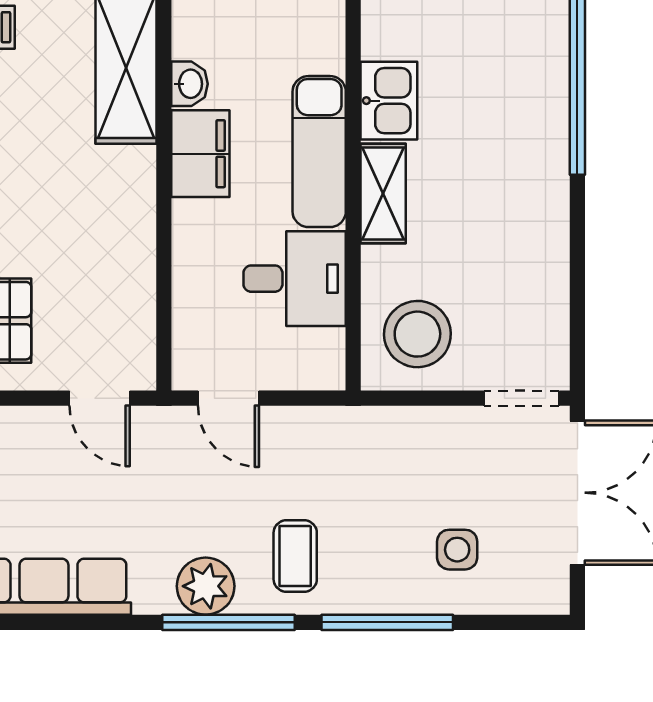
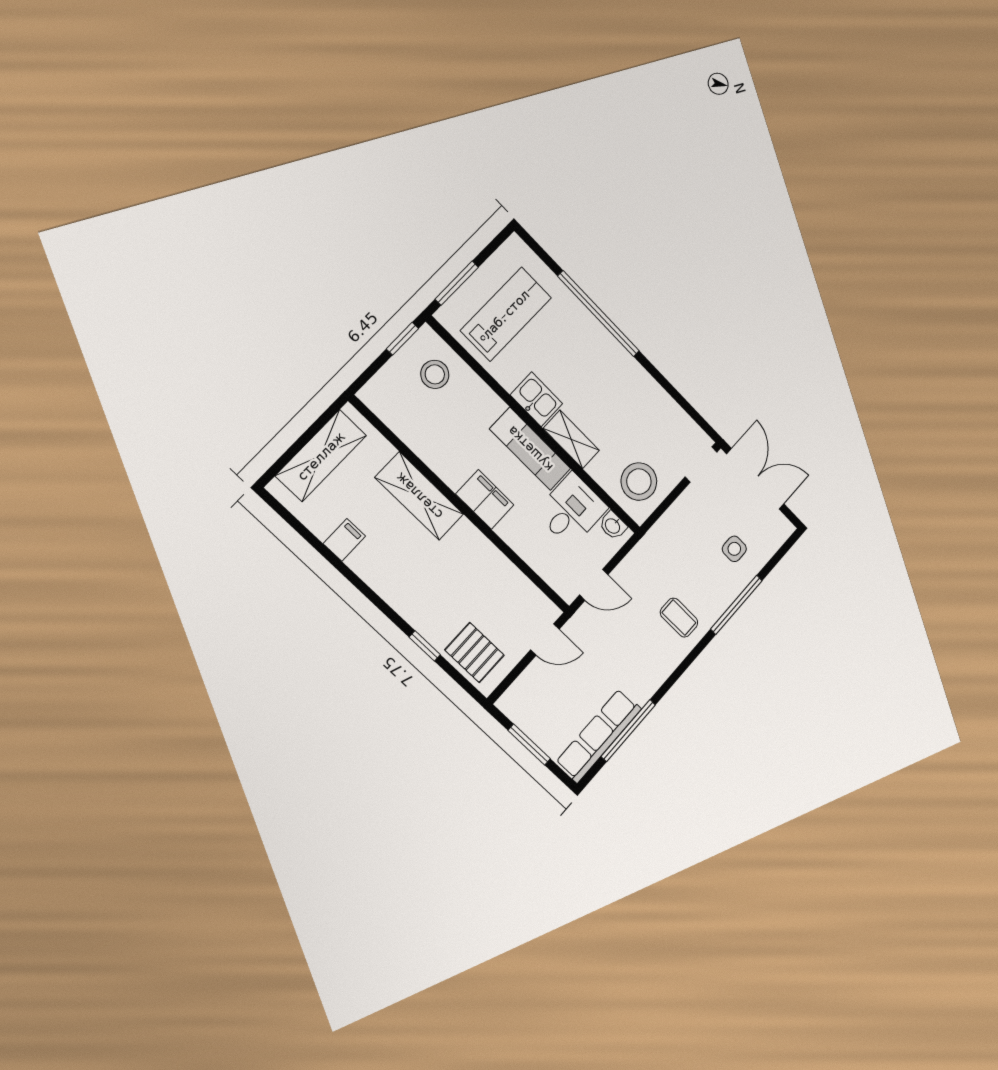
washbasin: (189, 84) -> (613, 526), moved, turned 180
plant: (206, 586) -> (658, 666), removed
window: (228, 622) -> (628, 731), moved

